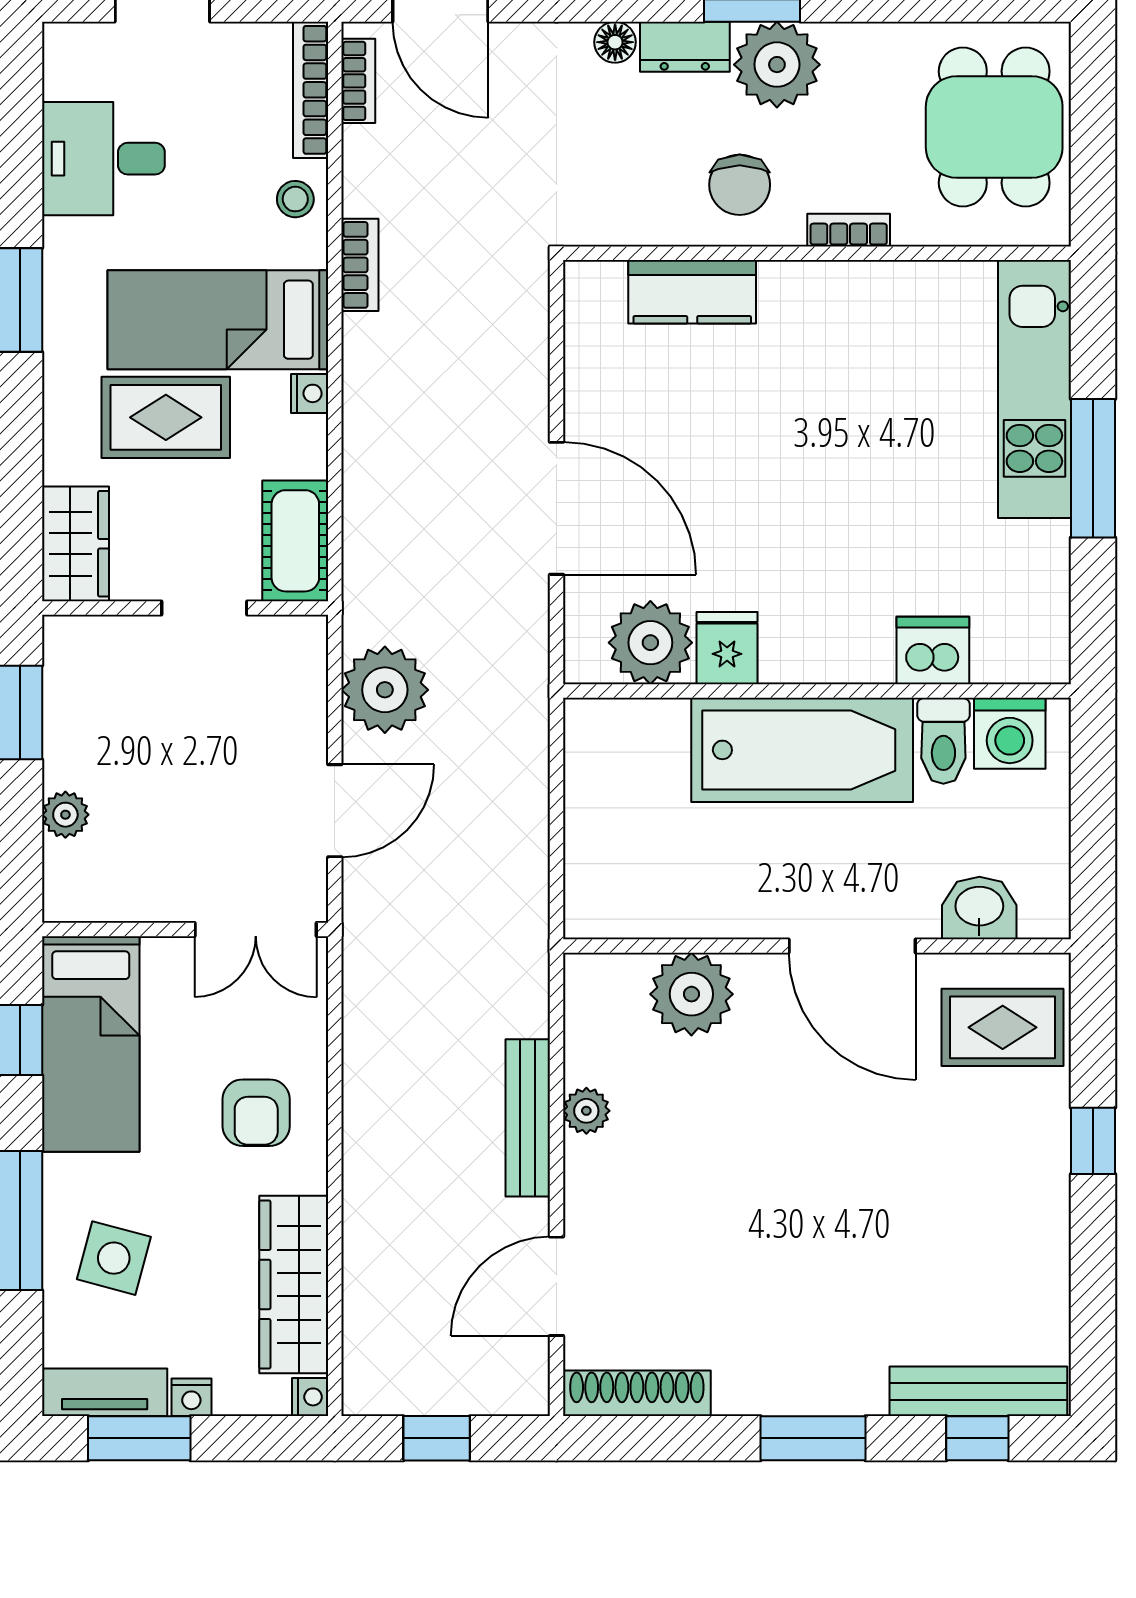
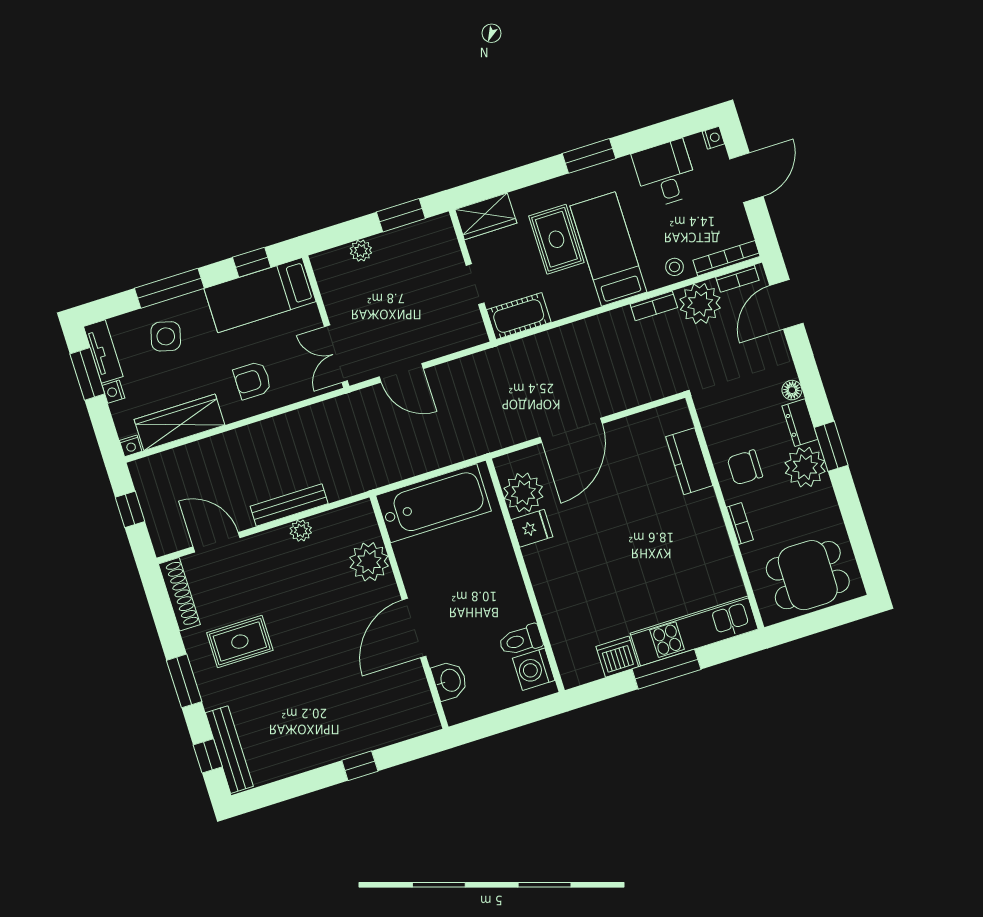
nightstand: (310, 393) -> (713, 138), moved, turned -90
dishwasher: (933, 651) -> (617, 657), moved, turned -90
plant: (385, 690) -> (700, 304), moved
bathtub: (802, 750) -> (434, 503), moved, turned -90
rug: (1003, 1027) -> (240, 642), moved, turned 90

